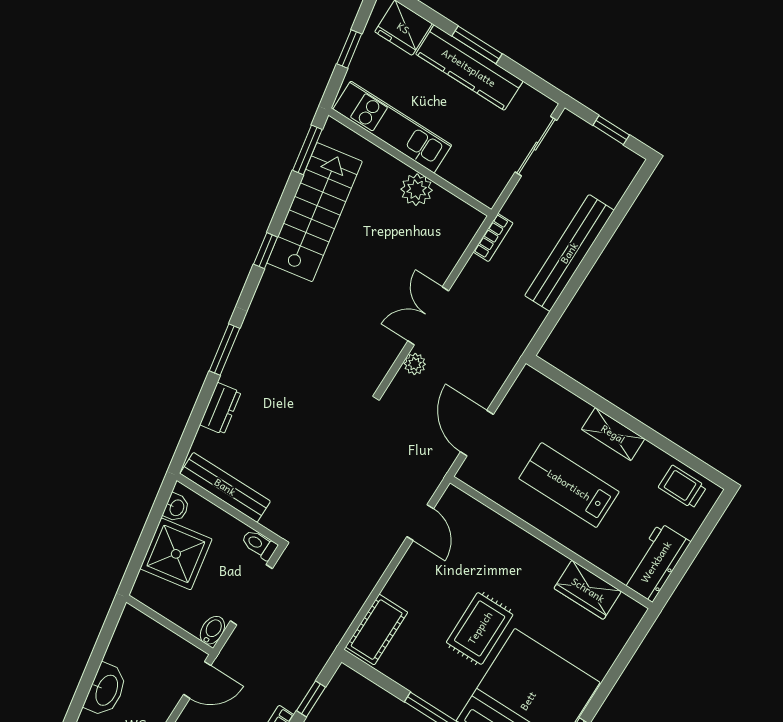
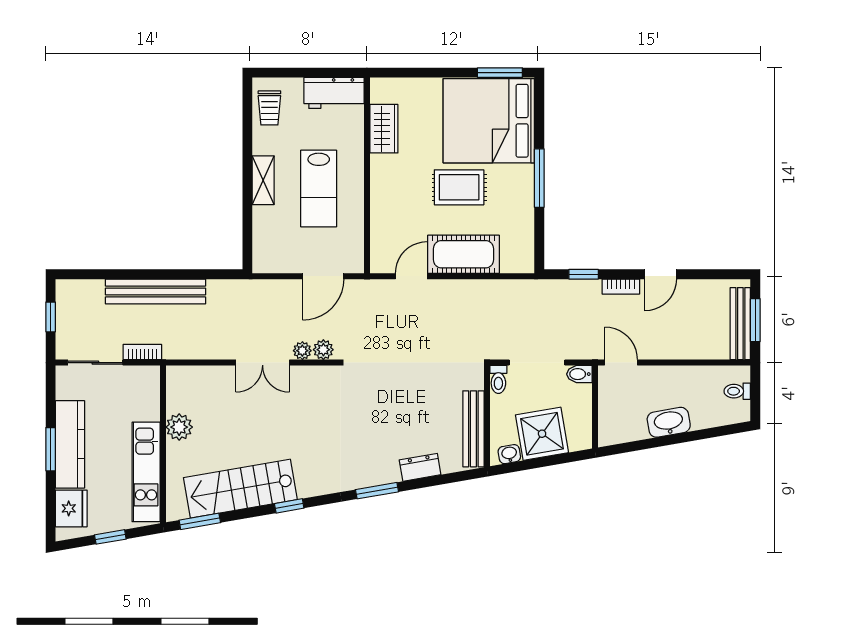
bookcase: (493, 237) -> (142, 352), moved
plant: (402, 386) -> (323, 350), added
cot: (377, 630) -> (463, 254), moved, width x1.37, depth x1.34

